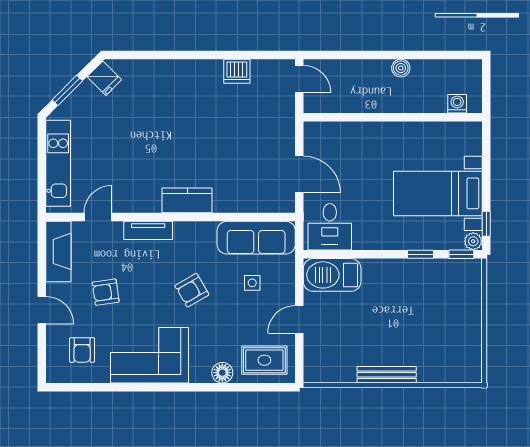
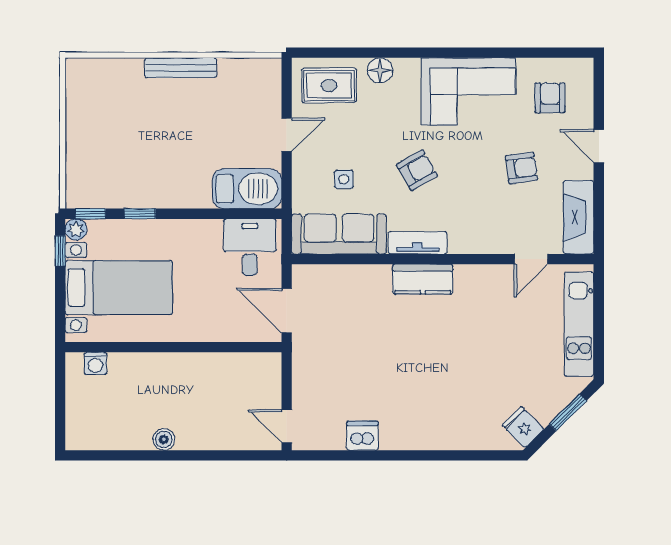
washing machine: (457, 104) -> (95, 363), moved
wall: (393, 117) -> (173, 347), moved
tv unit: (148, 230) -> (418, 243), moved

